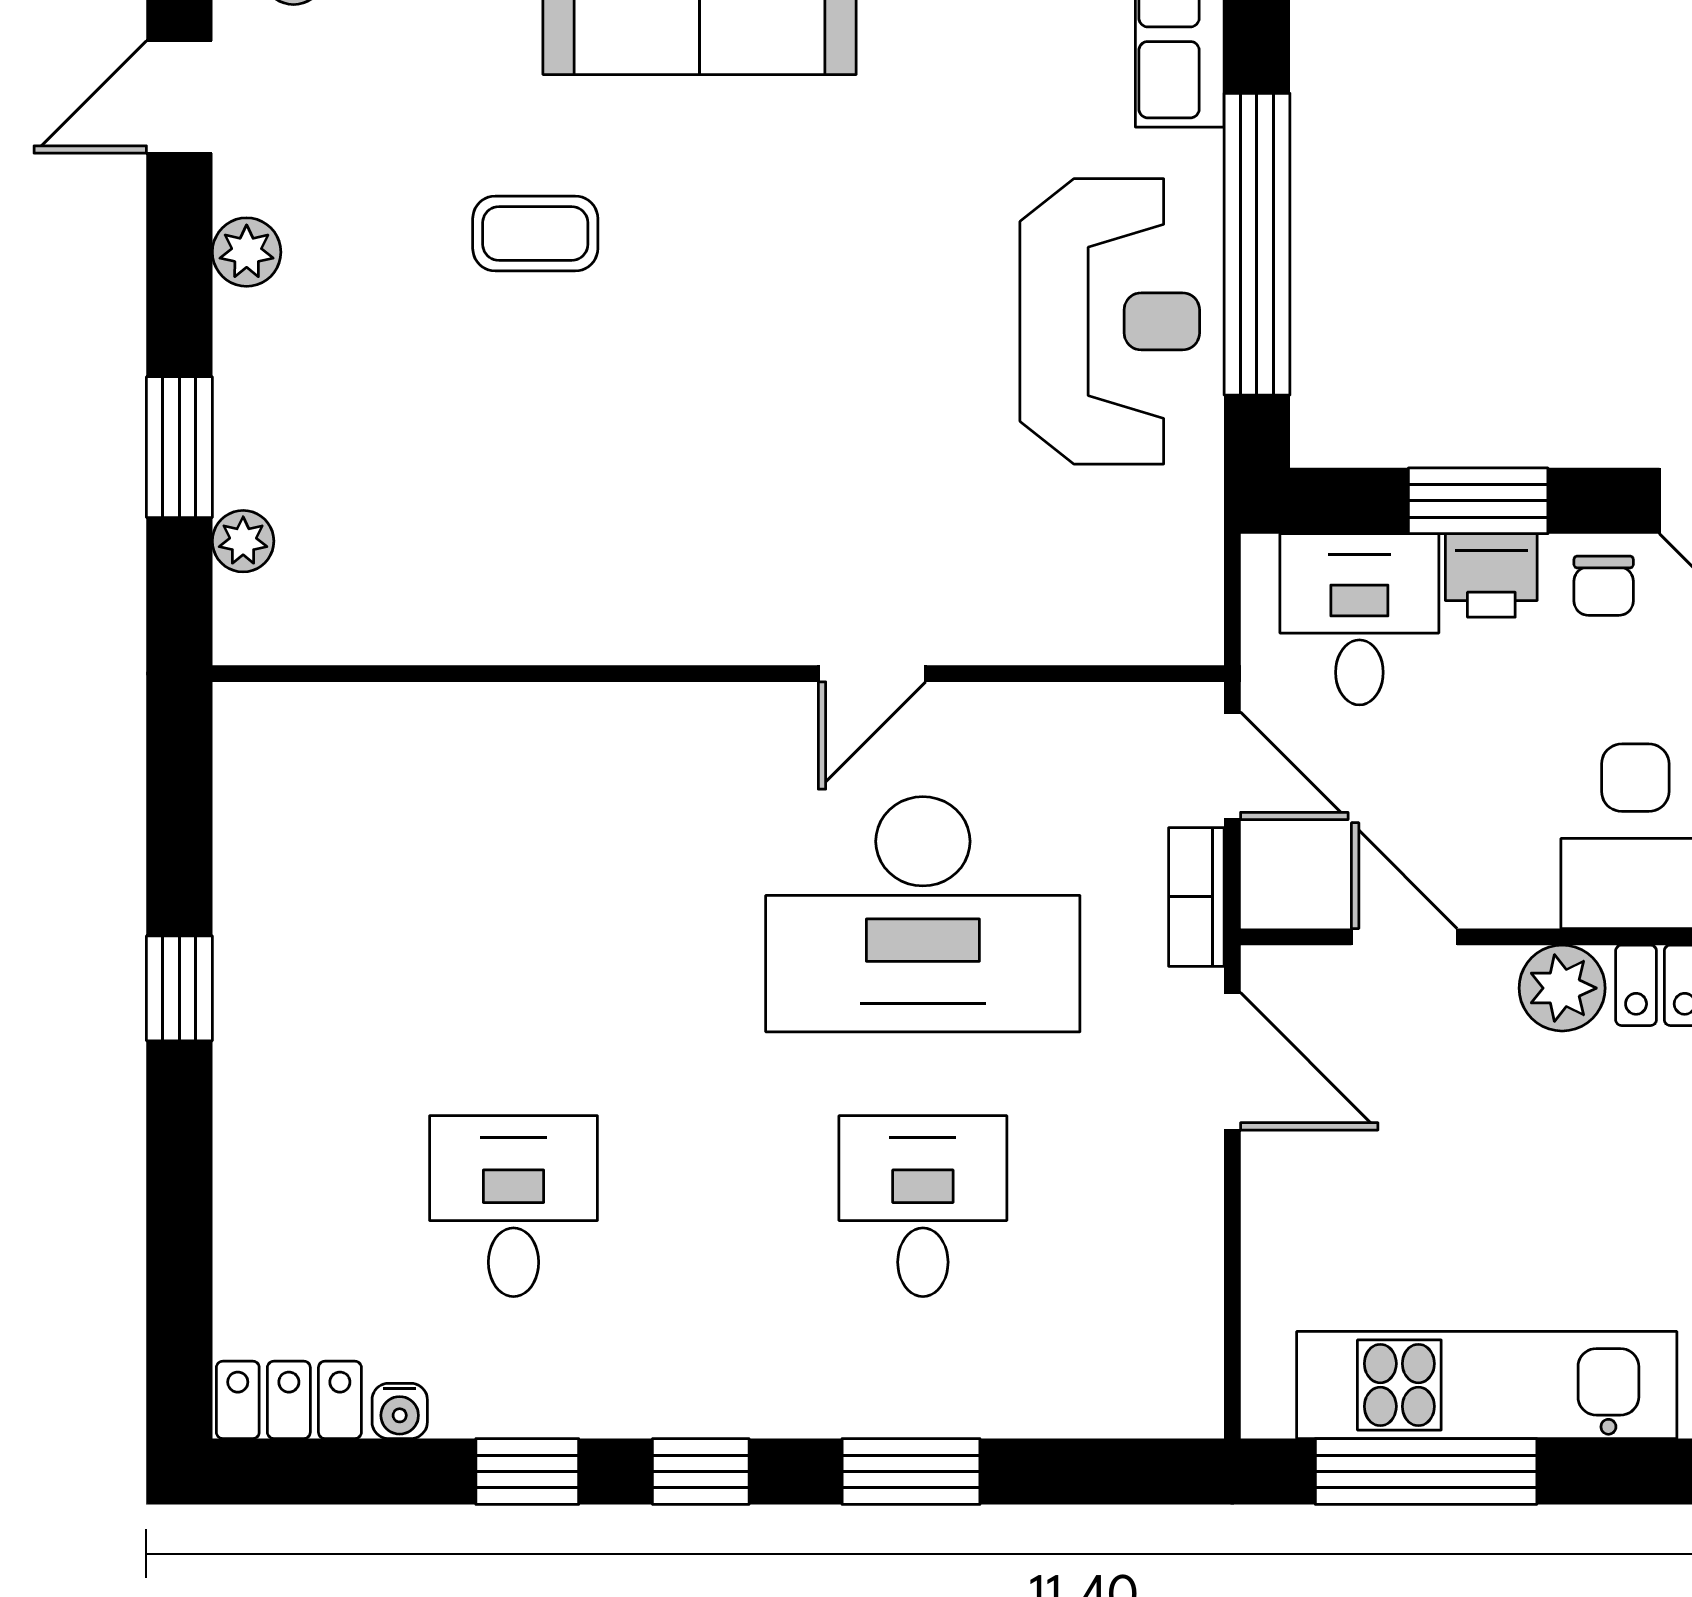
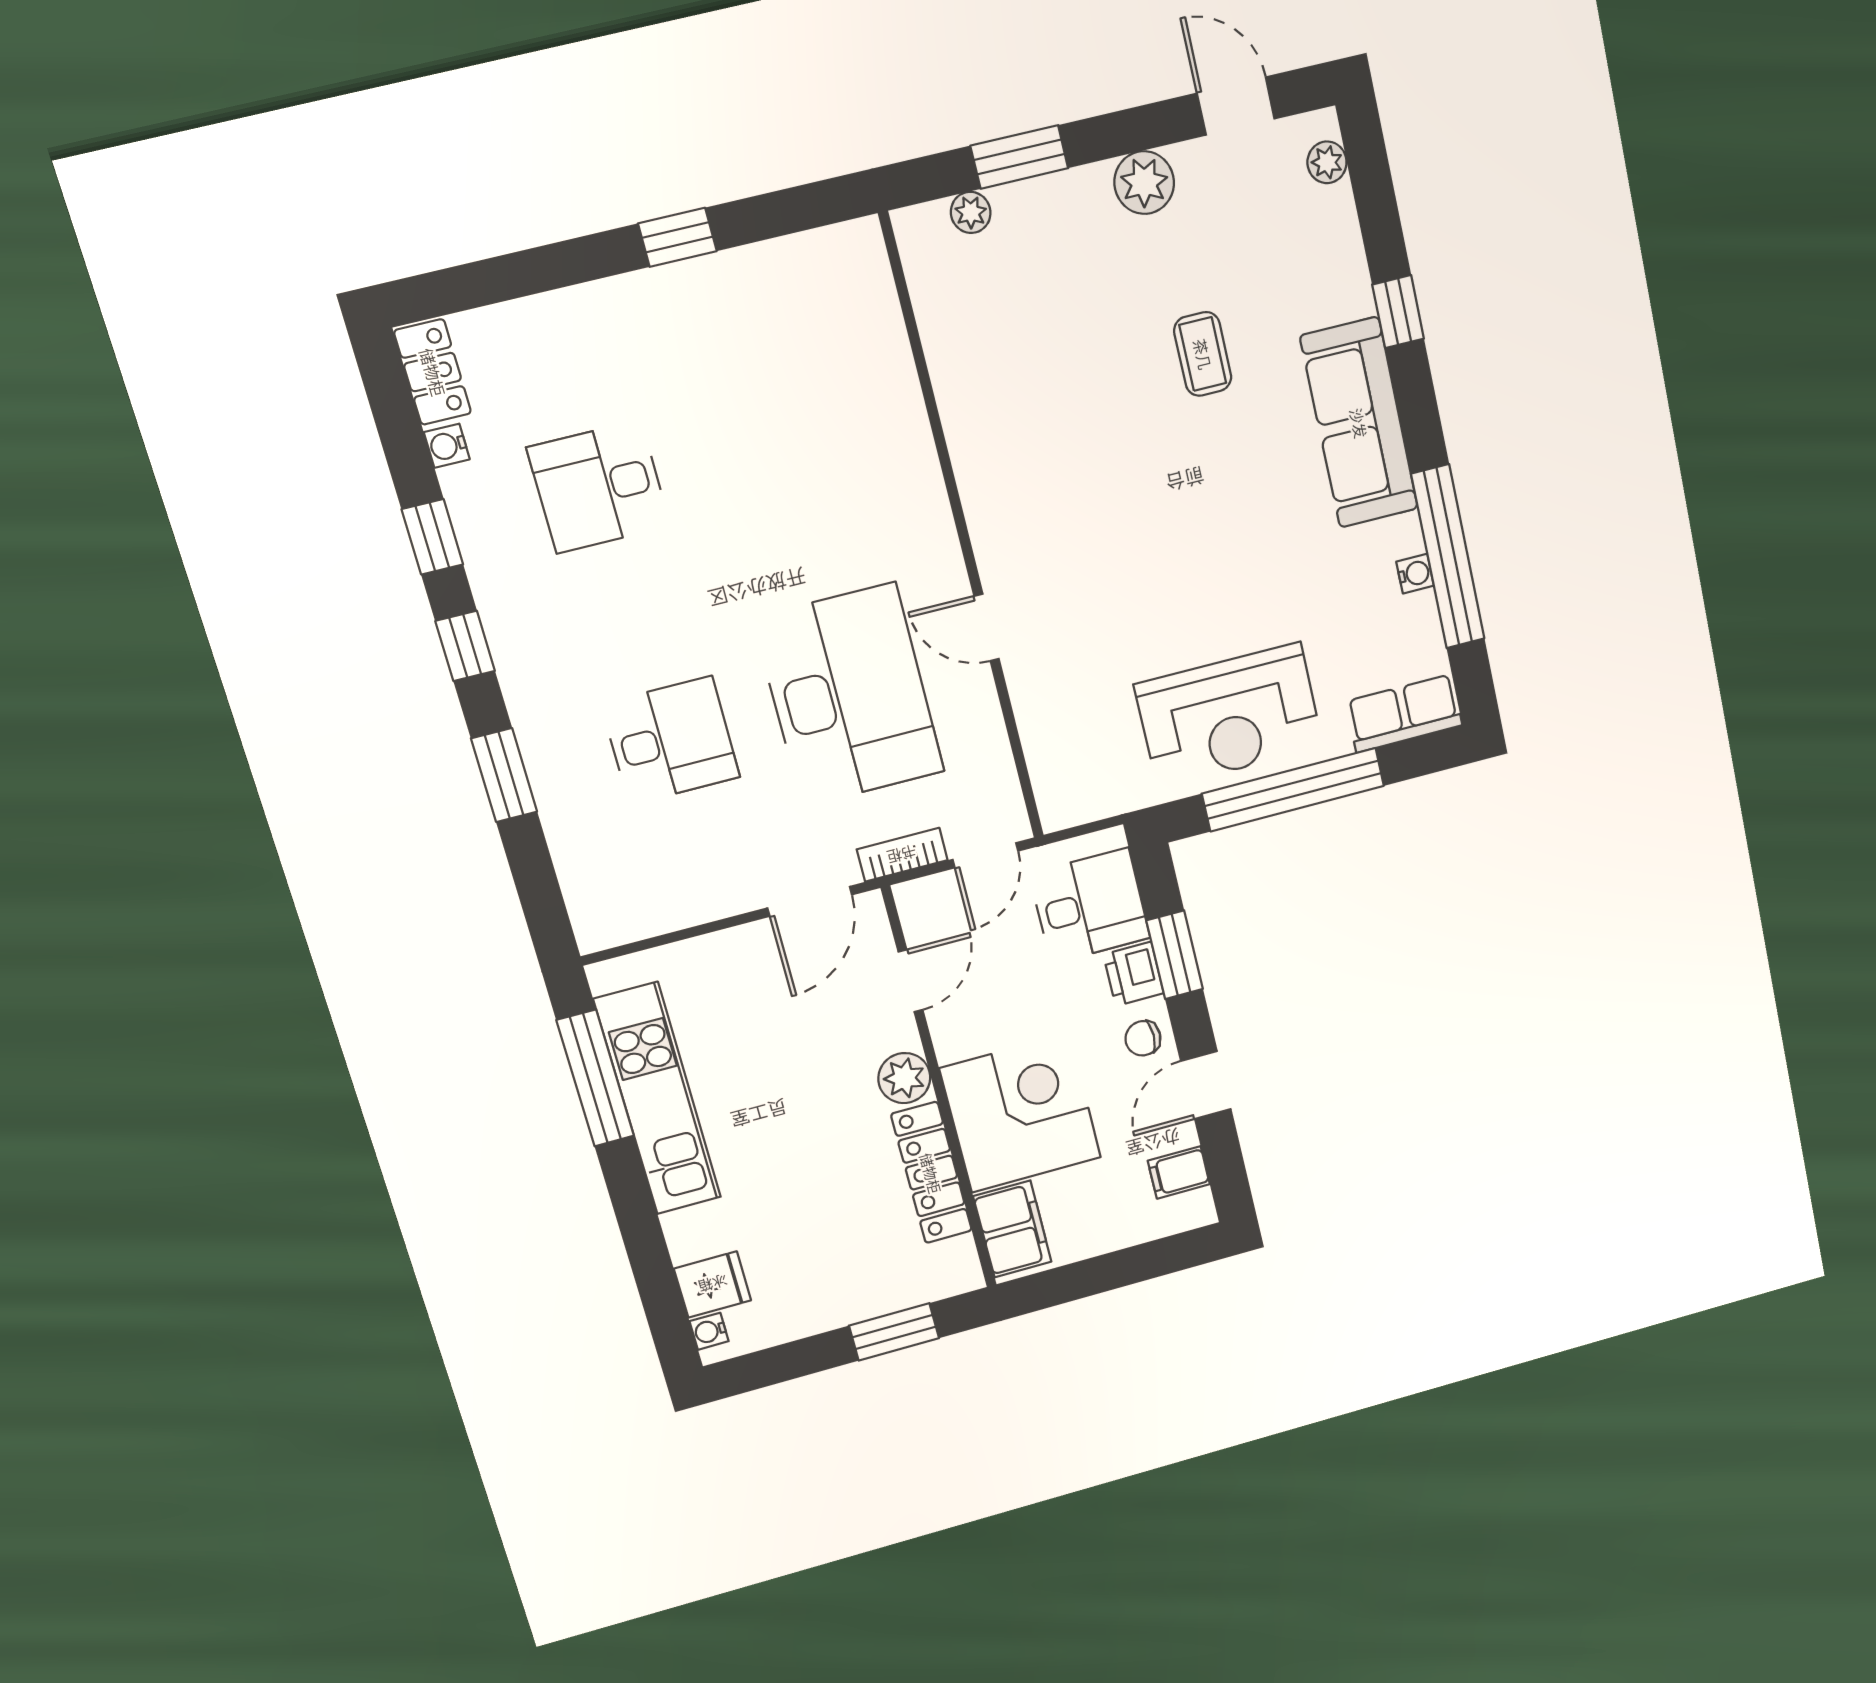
plant: (247, 252) -> (1144, 183), width x1.38, depth x1.38
desk: (923, 914) -> (849, 695), turned 180
desk: (513, 1206) -> (599, 487), turned 180

